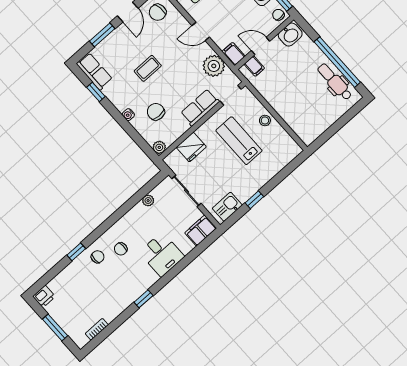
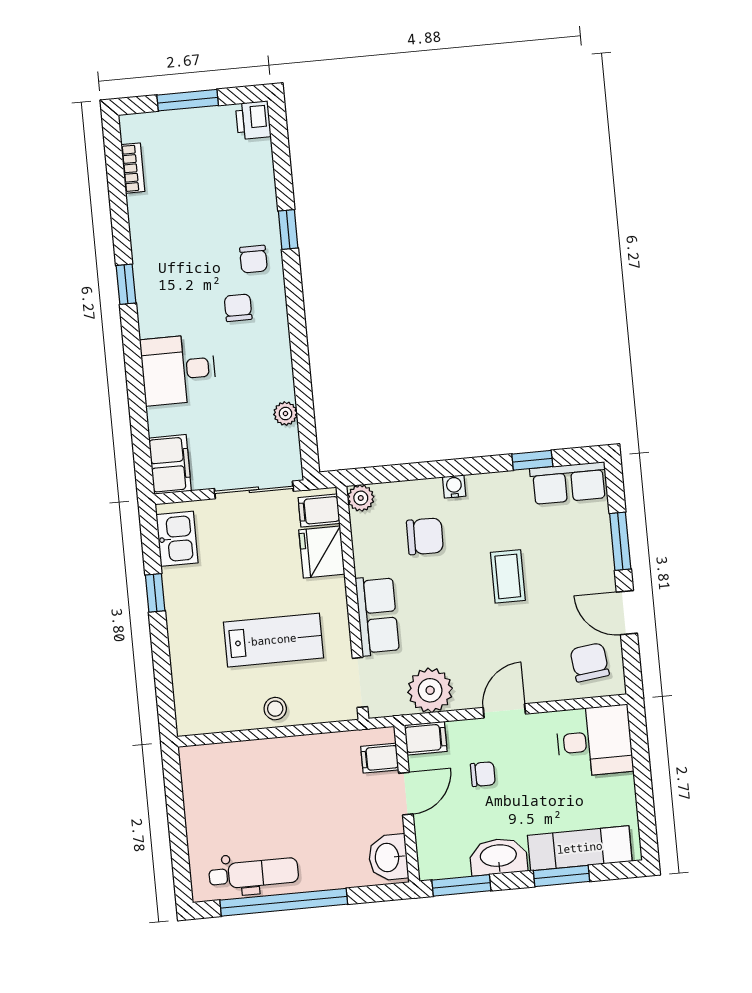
chair: (278, 15) -> (483, 774), moved
filing cabinet: (176, 160) -> (319, 510), added

